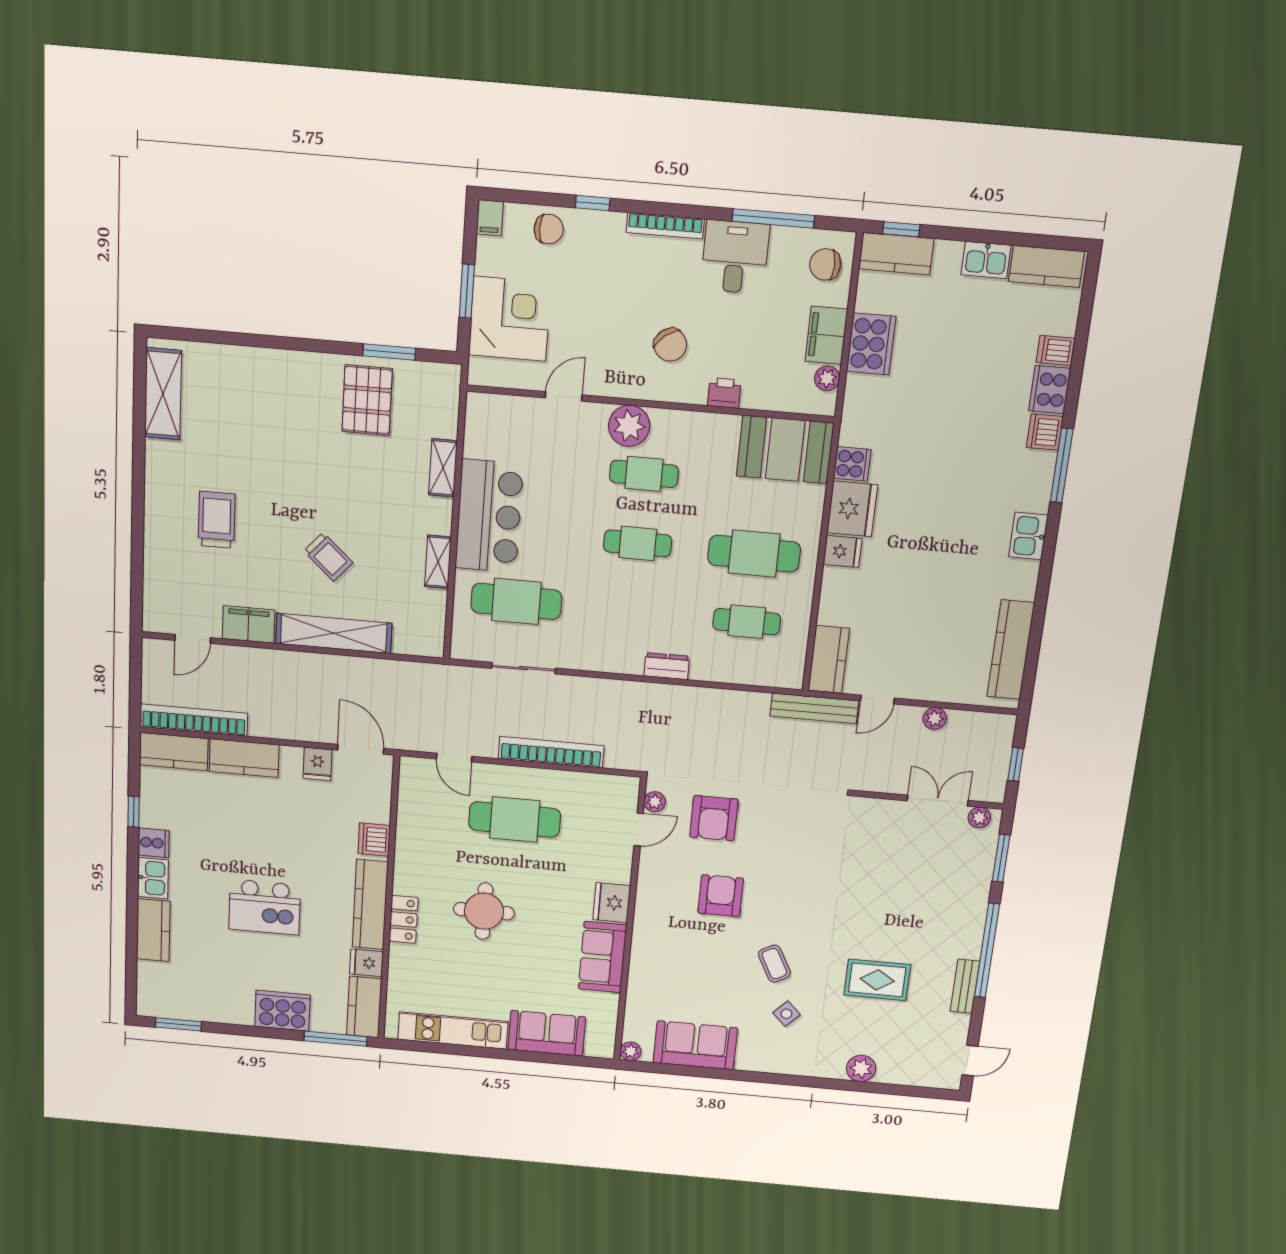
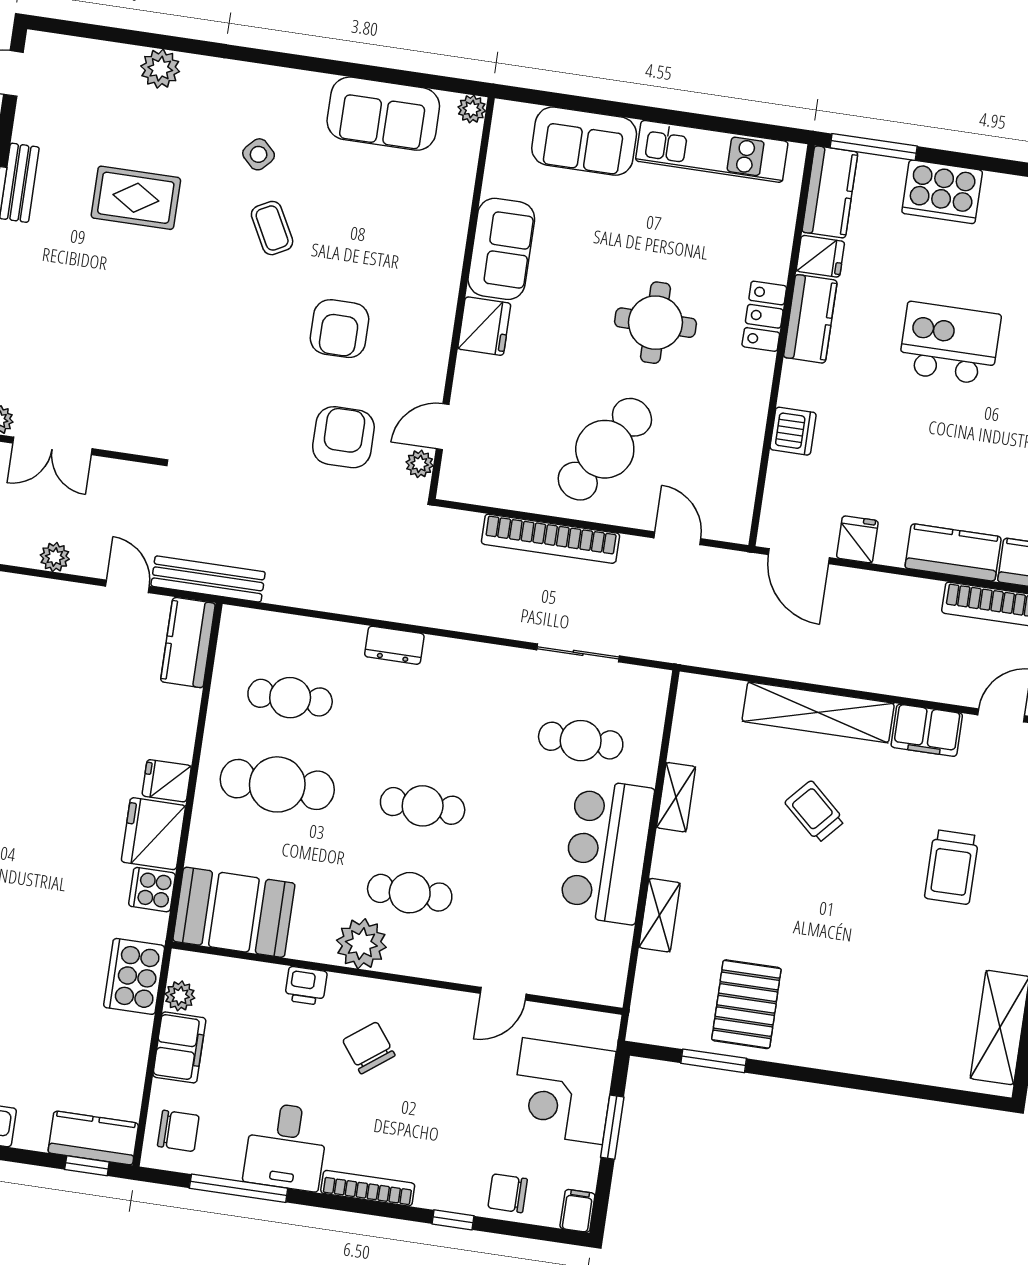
cooker: (871, 344) -> (134, 976), moved
plant: (629, 426) -> (361, 944), moved
cafe table: (516, 601) -> (581, 741), width x0.73, depth x0.74
door: (877, 699) -> (127, 586), hinge flipped
cafe table: (515, 819) -> (605, 449), turned -58
kitchen counter: (370, 905) -> (810, 319), width x0.67

